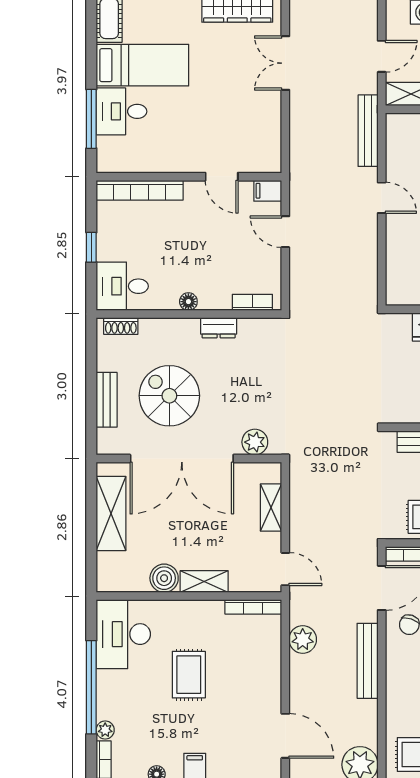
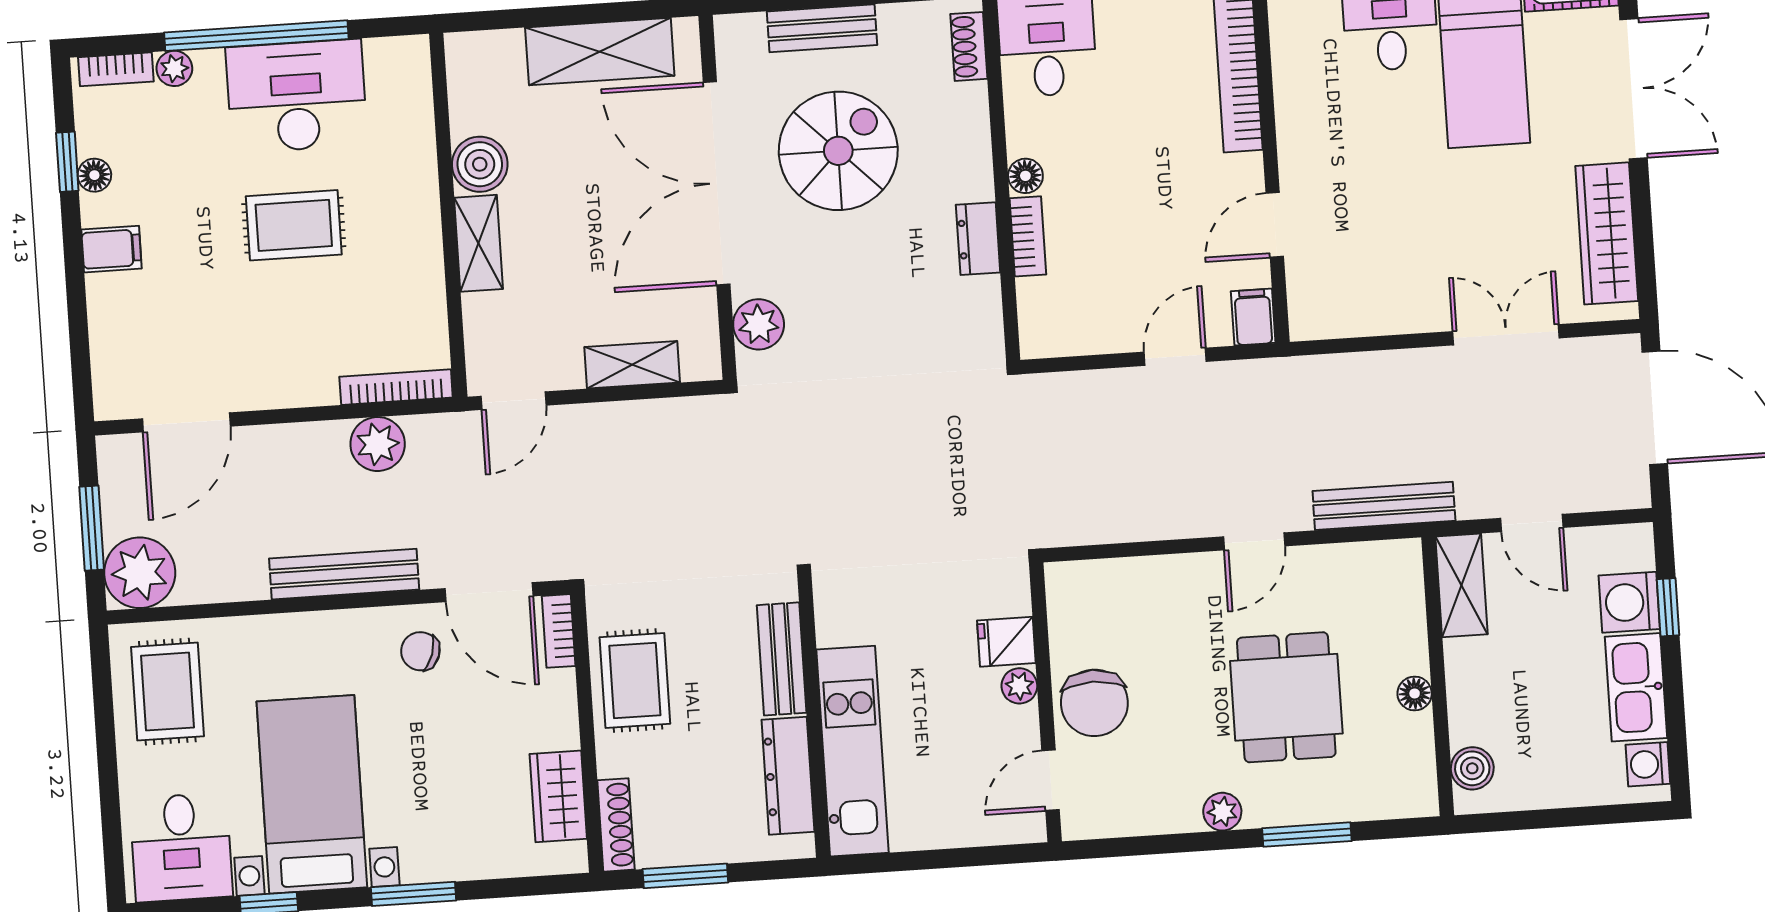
bookcase: (252, 302) -> (1028, 236), moved
bookcase: (253, 607) -> (396, 387), moved, turned 90
desk: (123, 634) -> (297, 96), moved

